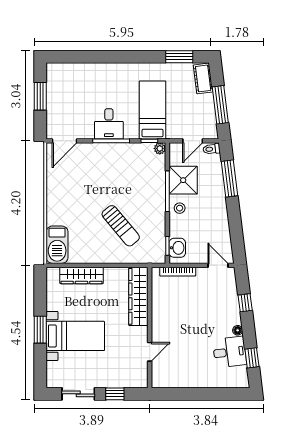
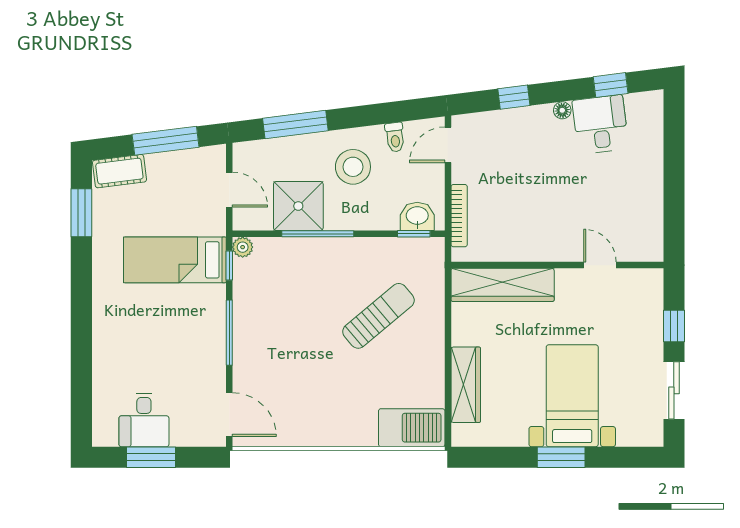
desk: (109, 124) -> (144, 420), moved, turned 90
toilet: (212, 149) -> (395, 137), moved
stool: (180, 208) -> (353, 167), moved, width x1.89, depth x1.89

